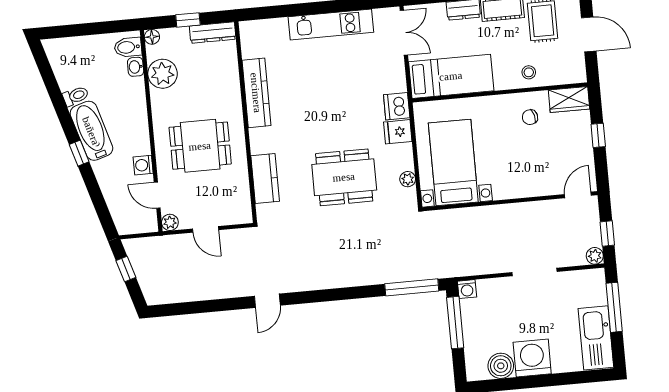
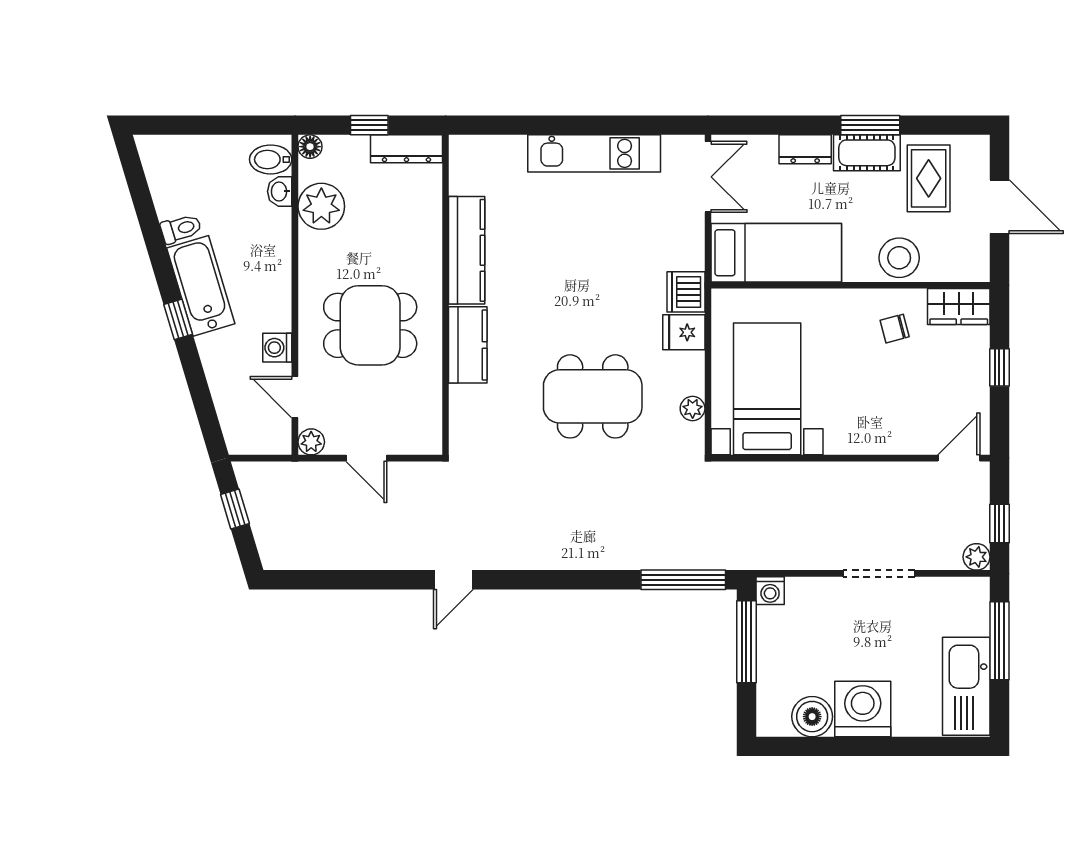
stool: (529, 72) -> (899, 258), width x1.89, depth x1.89
kitchen counter: (265, 178) -> (468, 345), moved

